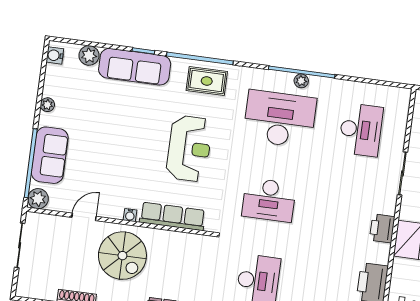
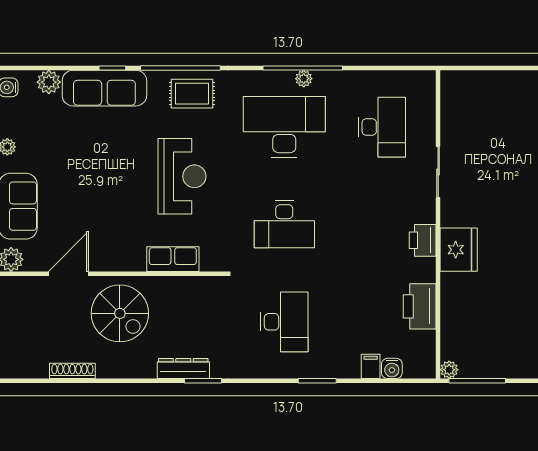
water cooler: (130, 215) -> (122, 264), removed
row of seats: (172, 216) -> (173, 259), width x0.68
door: (84, 217) -> (68, 274), width x1.38

